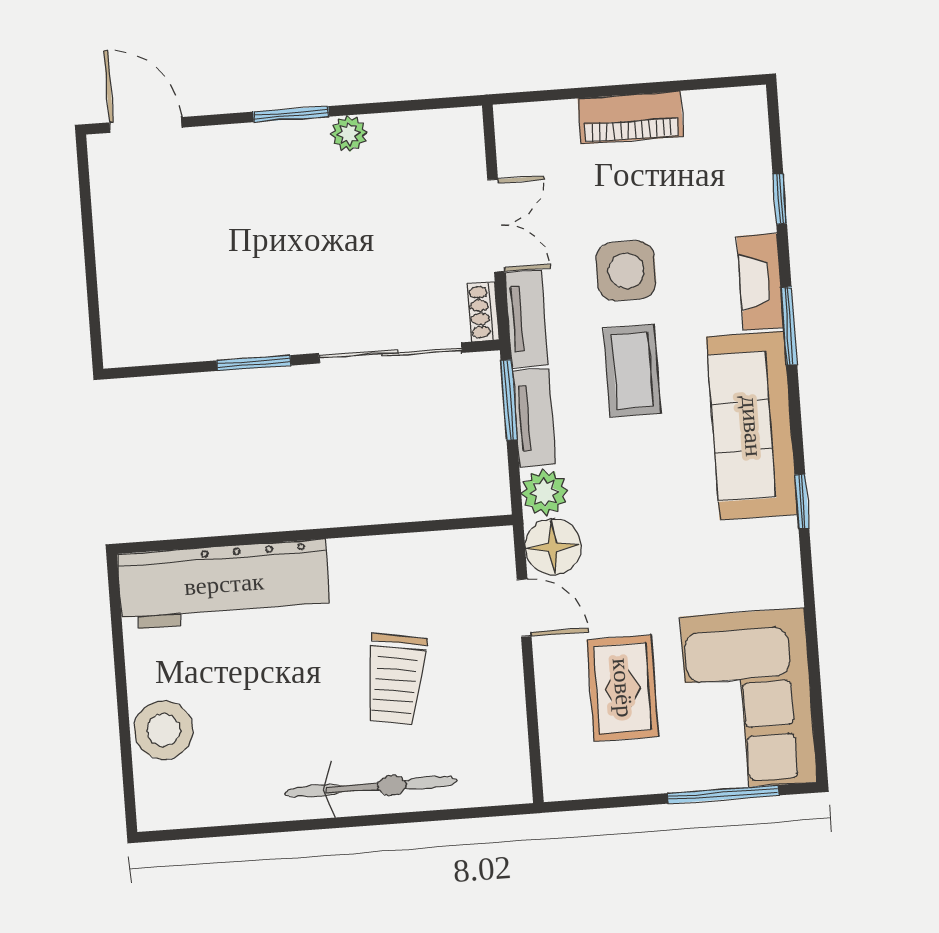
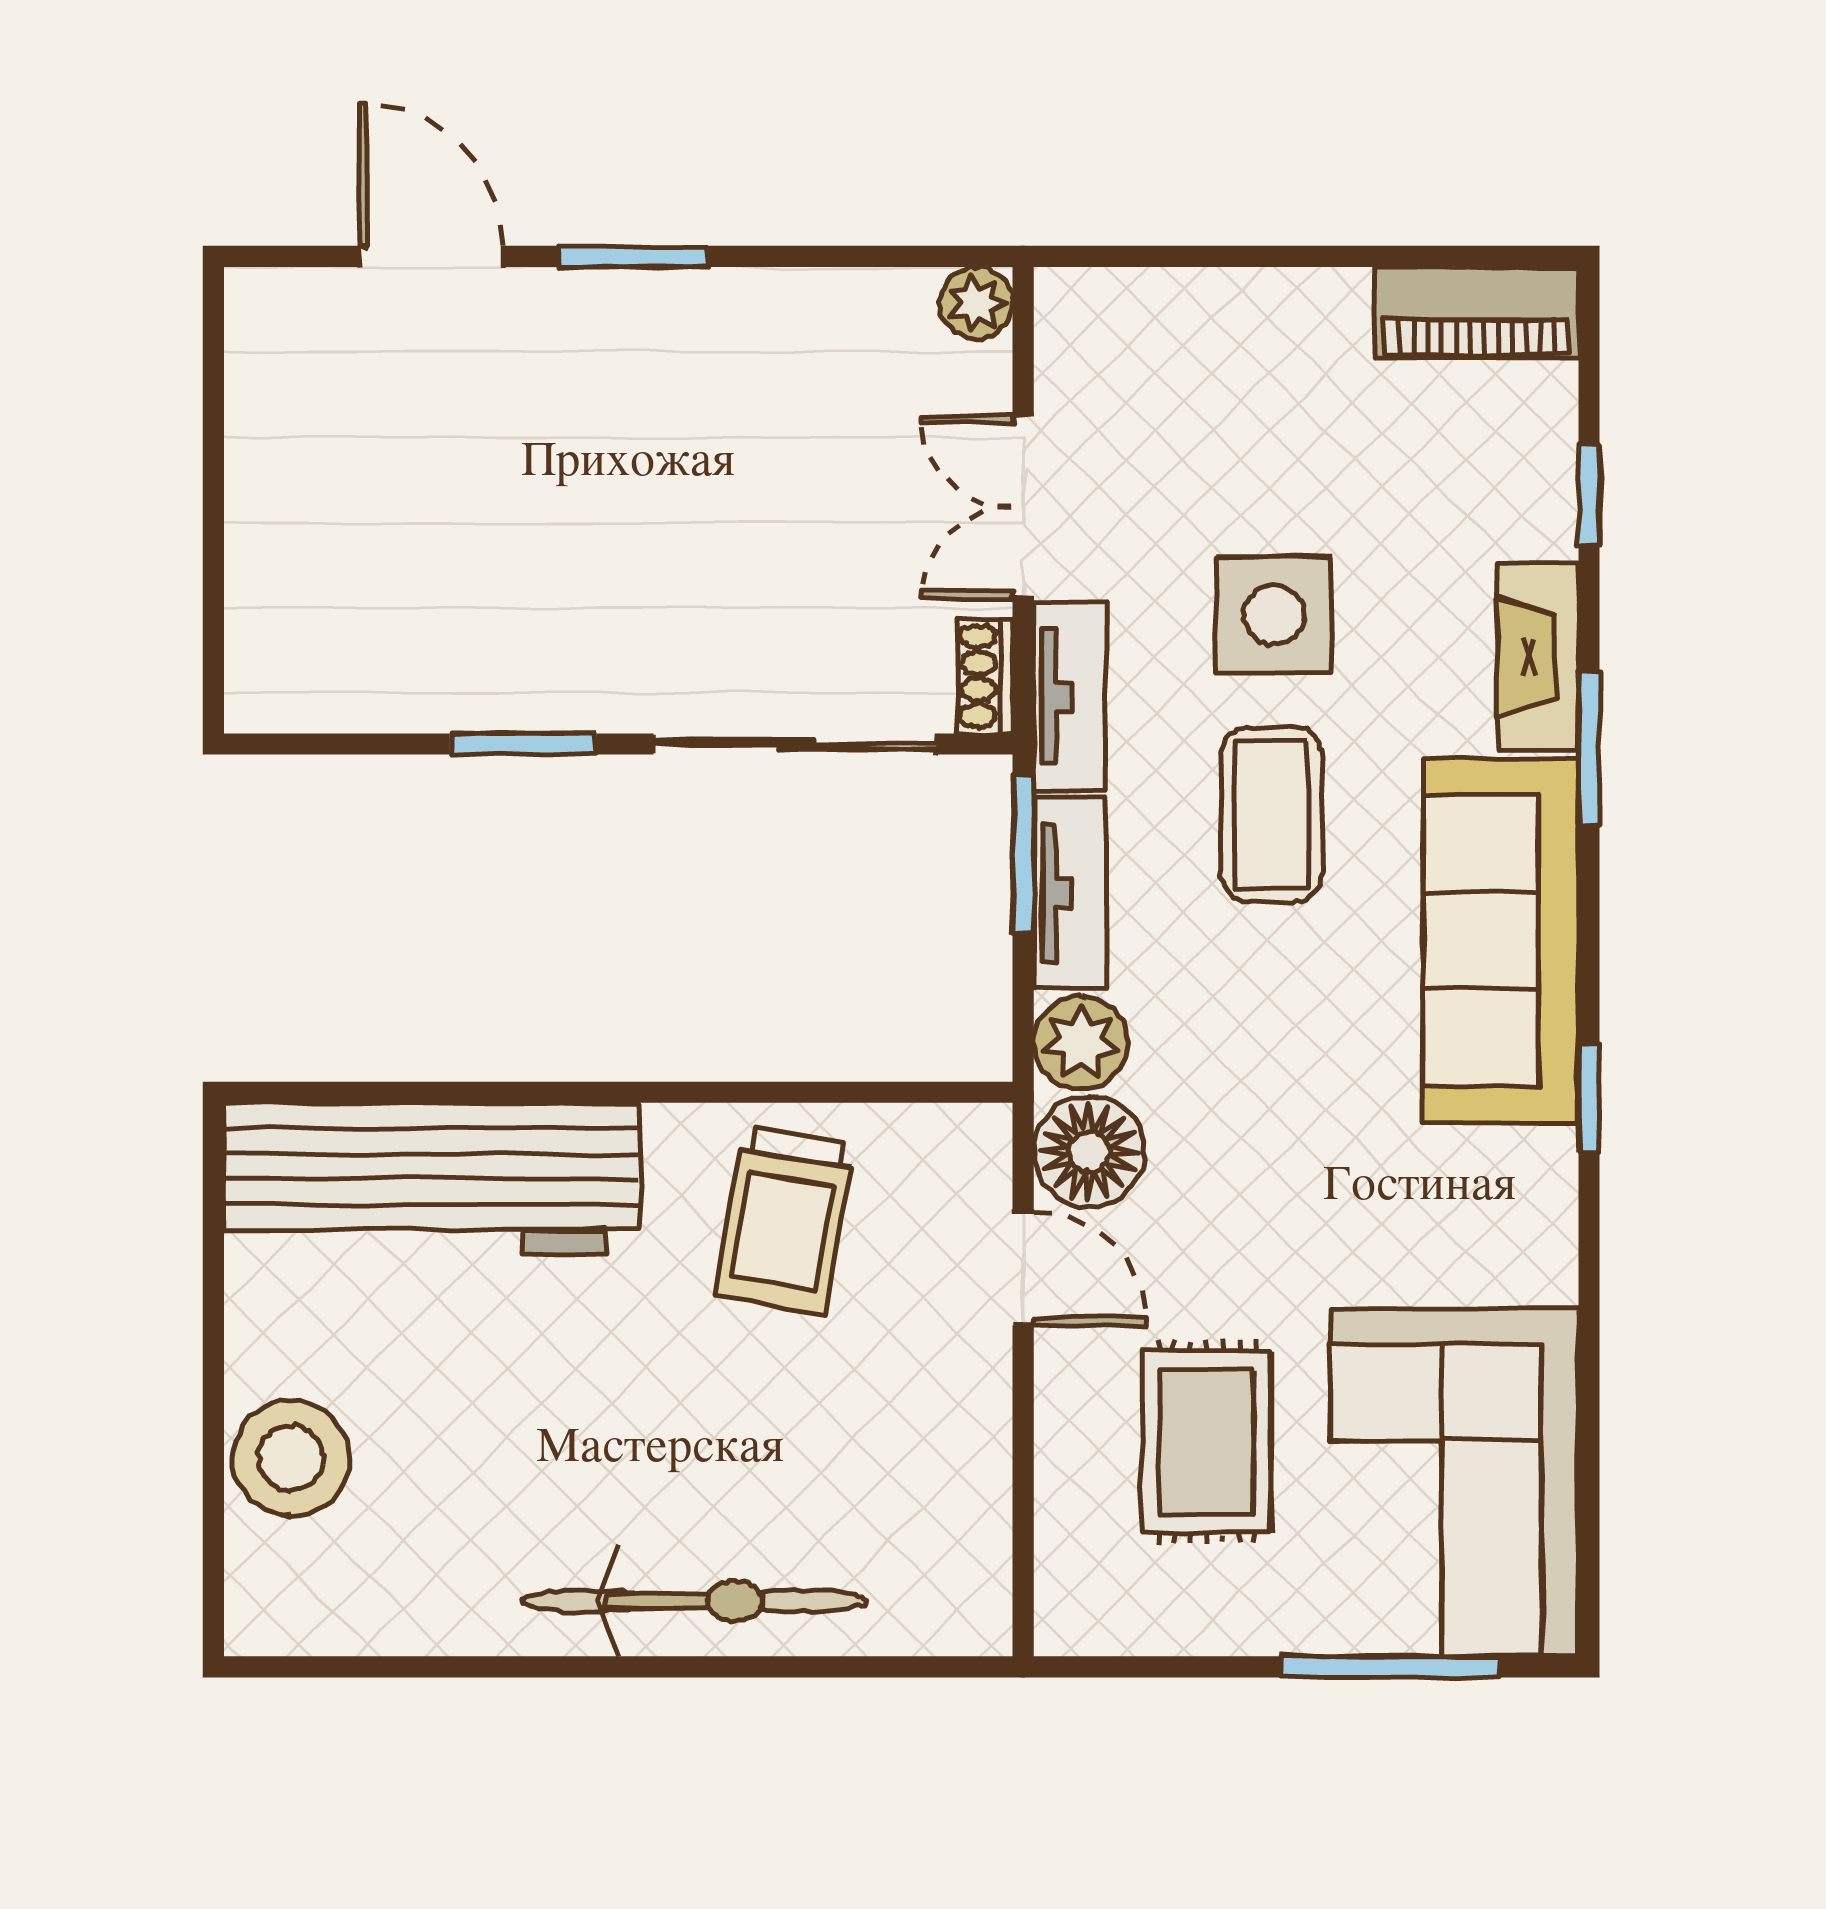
piano: (630, 118) -> (1477, 312), moved
door: (146, 125) -> (431, 256), moved
plant: (349, 134) -> (976, 303), moved
double door: (496, 226) -> (1023, 507), swing flipped
trolley: (395, 679) -> (785, 1220), moved

